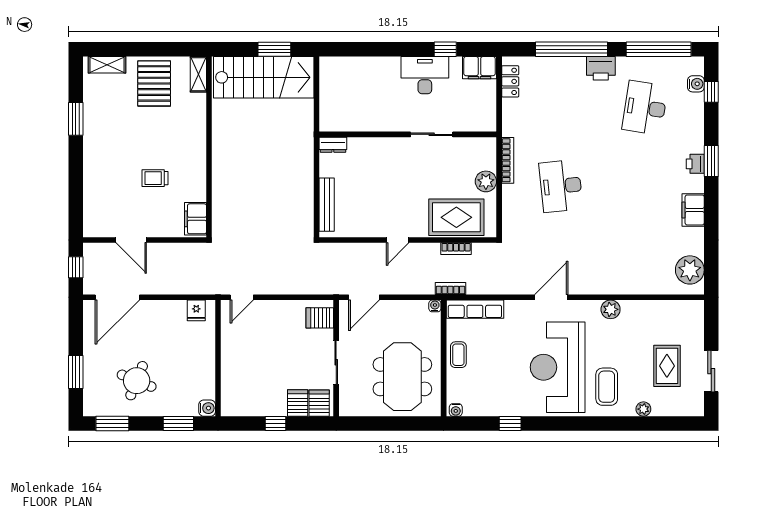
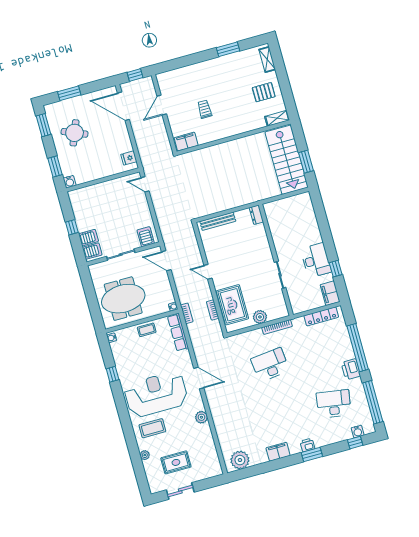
locker: (510, 81) -> (321, 316), width x1.53
pallet: (154, 83) -> (264, 92), width x0.67, depth x0.71

